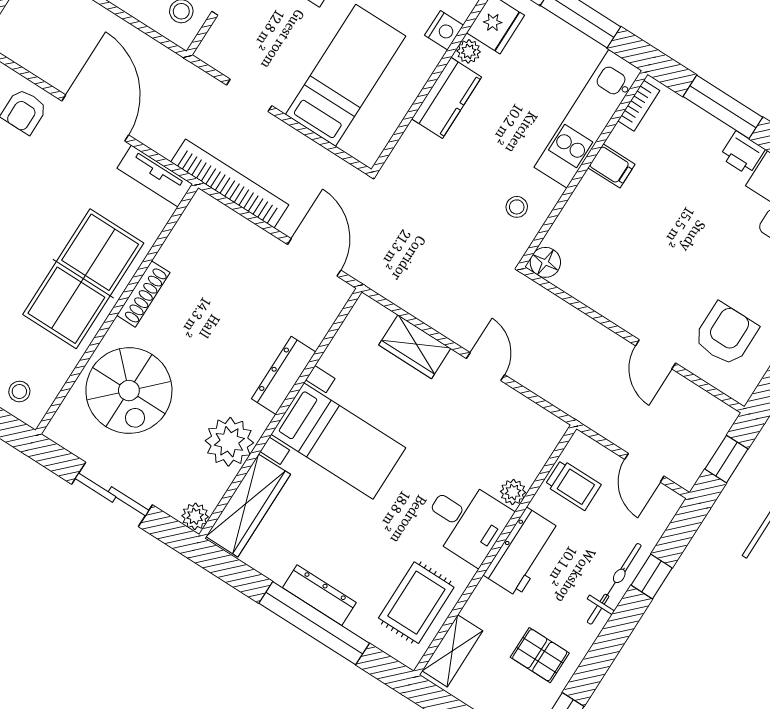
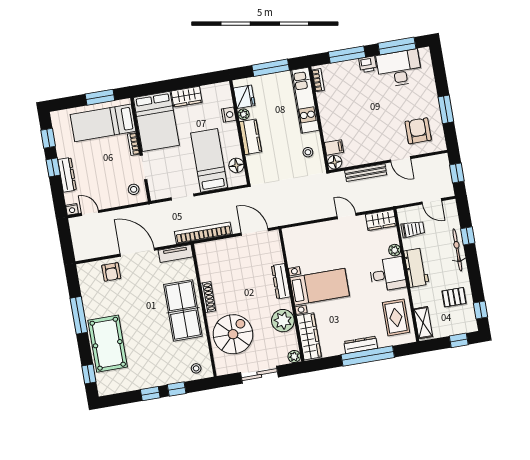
floor lamp: (382, 123) -> (236, 165), added
filing cabinet: (611, 166) -> (334, 147), moved
bench: (580, 325) -> (366, 173), added
wardrobe: (415, 347) -> (381, 220), moved
spiral stairs: (129, 391) -> (233, 334), turned -90

